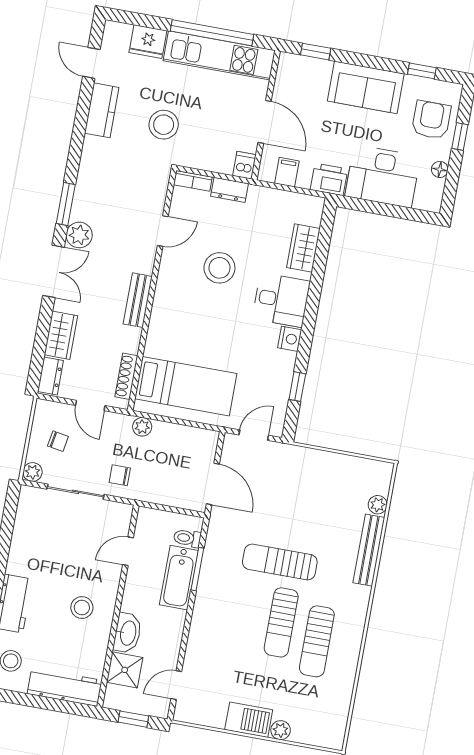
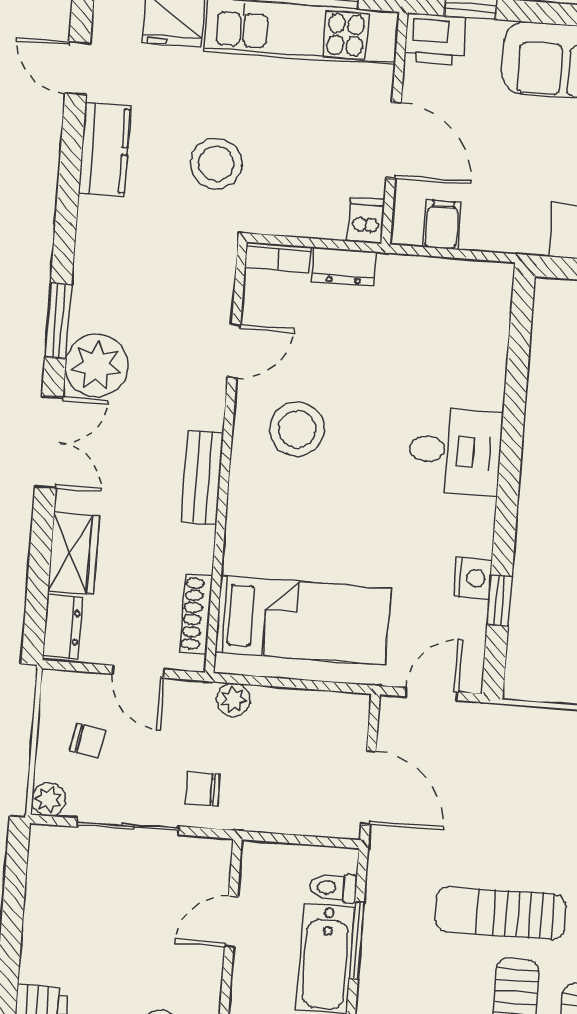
printer: (329, 179) -> (435, 39), moved, turned 180
plant: (79, 235) -> (96, 366), width x1.36, depth x1.36
wardrobe: (303, 248) -> (485, 355), removed
stool: (219, 268) -> (297, 429), moved
nightstand: (290, 339) -> (473, 578), moved

